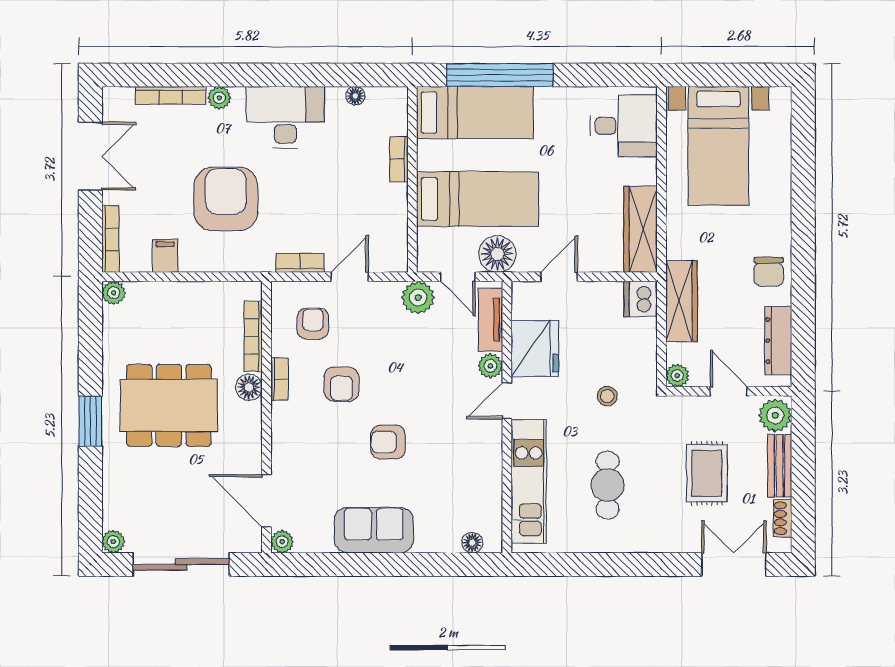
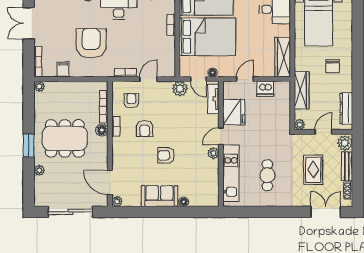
double door: (90, 156) -> (29, 23), swing flipped
bed: (478, 199) -> (207, 37), width x1.50
floor lamp: (497, 254) -> (213, 73), width x0.53, depth x0.53
chair: (769, 272) -> (333, 66), moved
dishwasher: (641, 299) -> (265, 89), moved, turned -90
plant: (490, 366) -> (213, 153), moved
door: (729, 391) -> (323, 132), hinge flipped
stool: (607, 396) -> (267, 134), removed
plant: (113, 542) -> (39, 170), moved
floor lamp: (472, 543) -> (184, 202), moved

